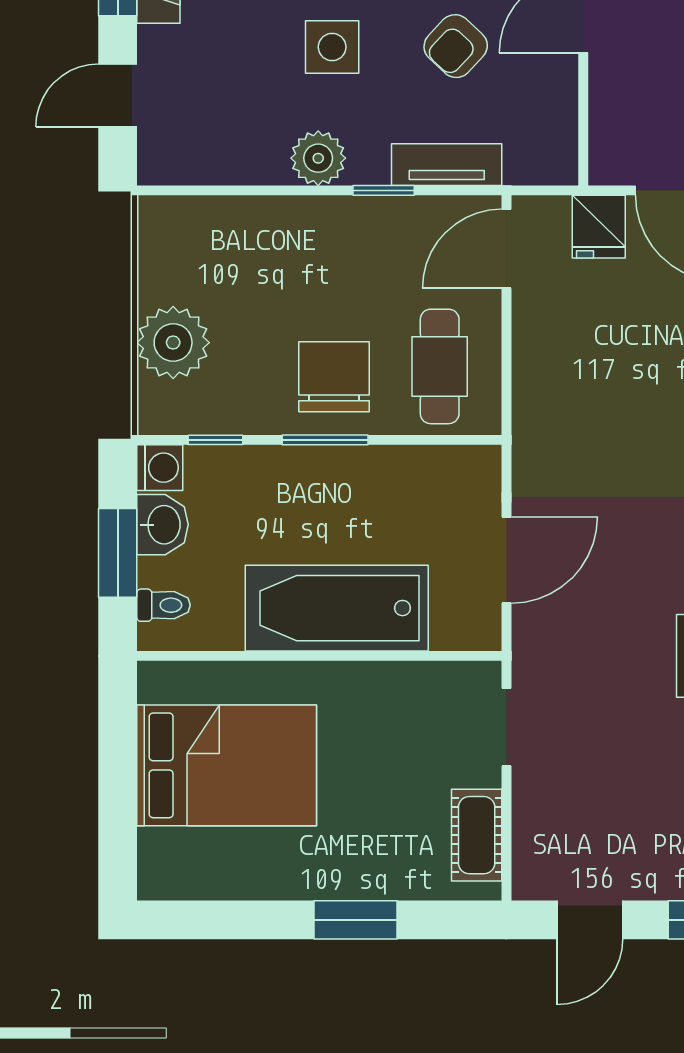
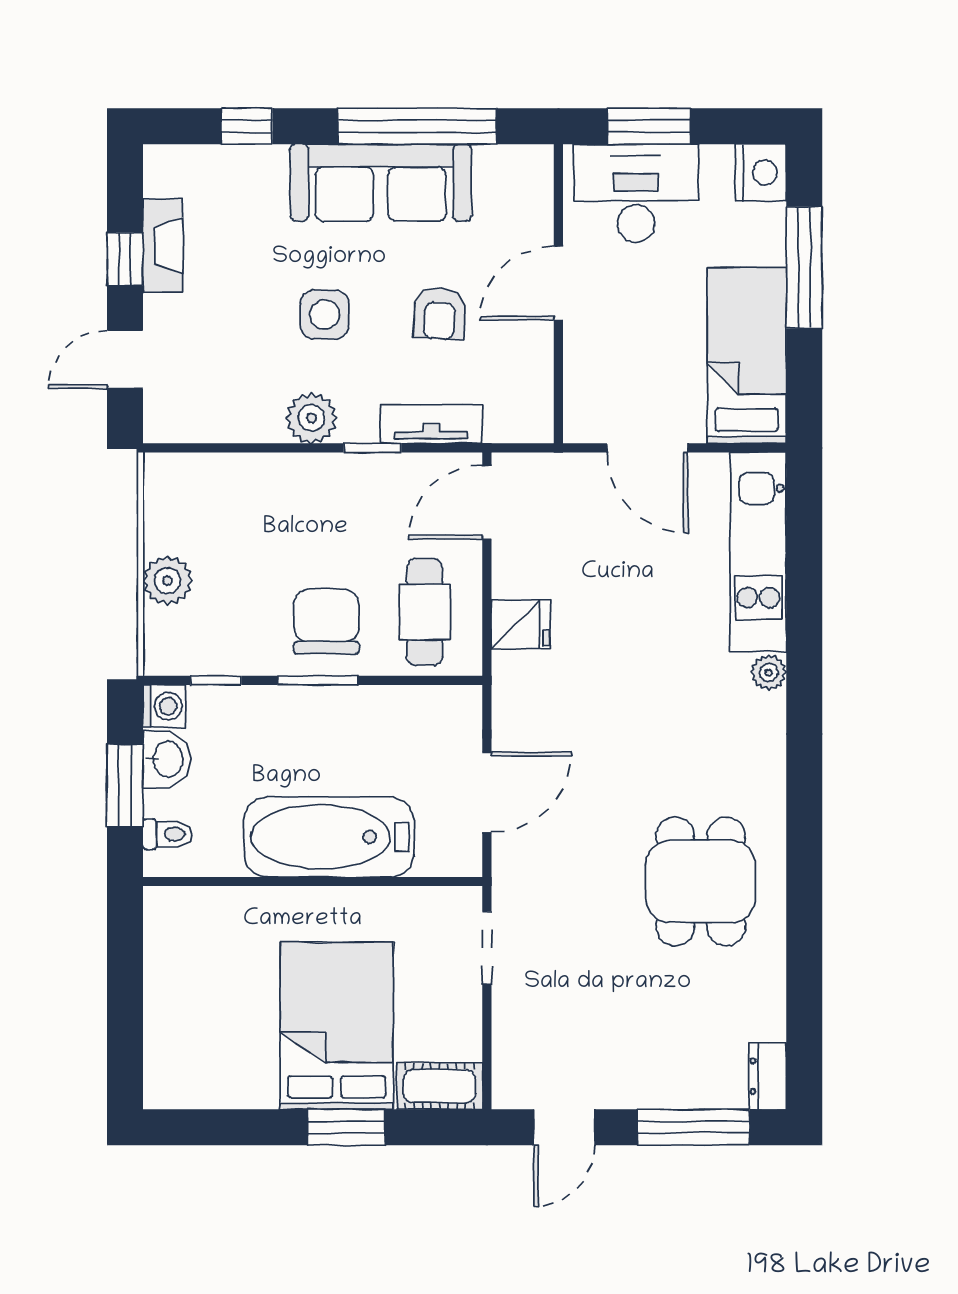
armchair: (456, 46) -> (440, 314), turned -40
fridge: (599, 227) -> (521, 625), moved, turned -90
plant: (173, 343) -> (167, 581), width x0.73, depth x0.73
bed: (227, 765) -> (337, 1026), moved, turned -90
cot: (477, 835) -> (440, 1086), moved, turned 90

